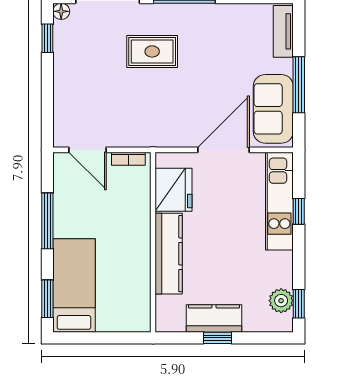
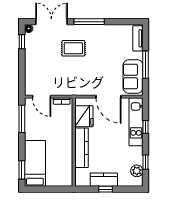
door: (224, 150) -> (108, 97), swing flipped
window: (47, 221) -> (22, 119), moved
window: (299, 304) -> (145, 162), moved

